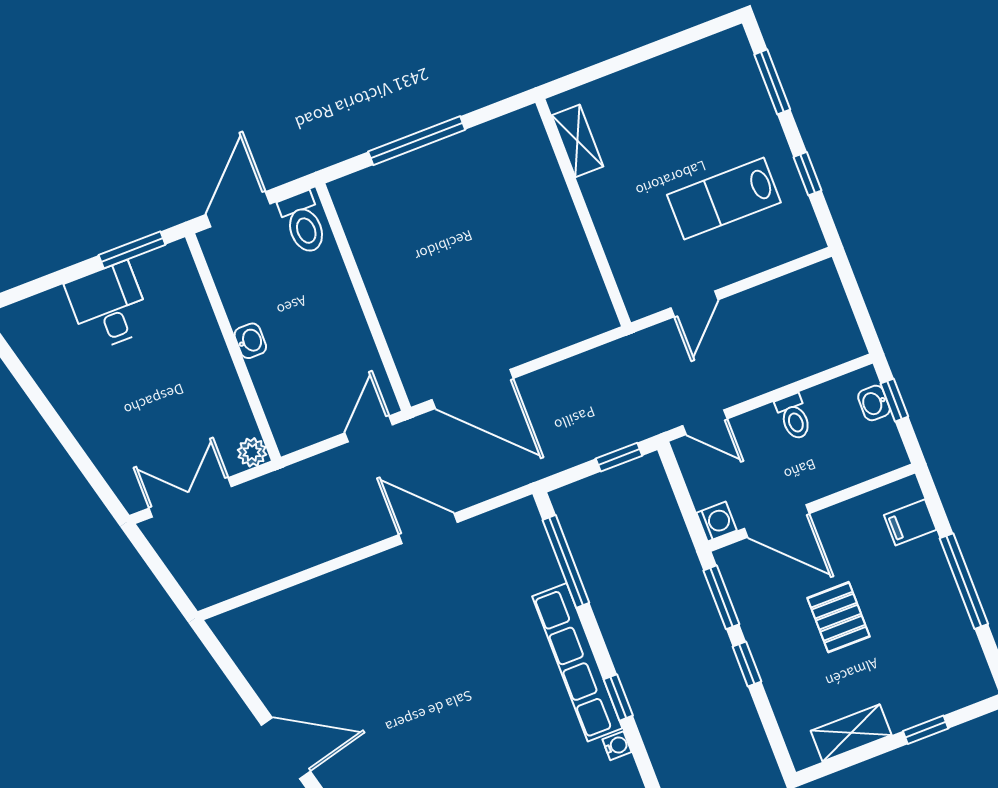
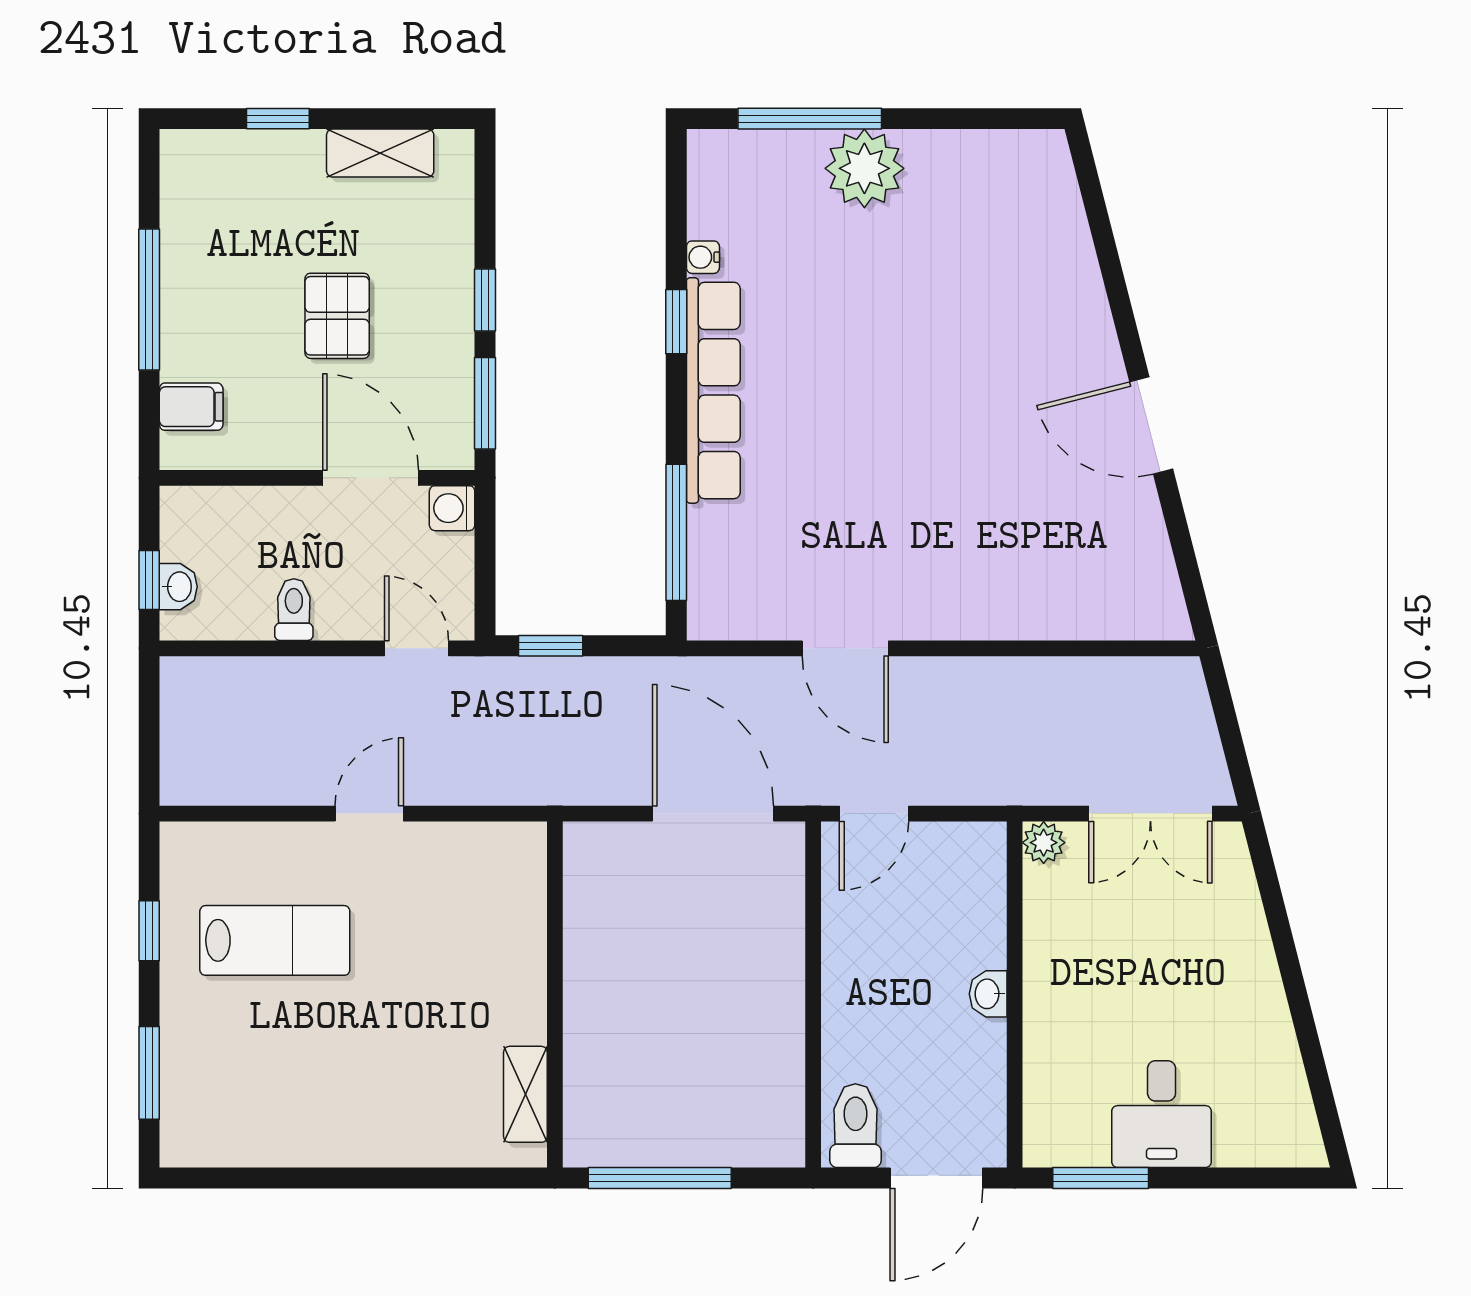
shelving: (577, 141) -> (525, 1094), moved
wall: (583, 213) -> (555, 995), moved

